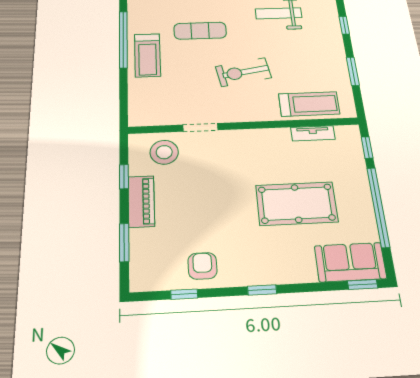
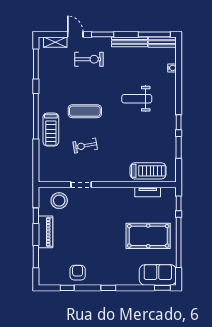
window: (344, 25) -> (179, 122), moved
exercise bike: (243, 72) -> (85, 146), moved, width x0.73, depth x0.72
pool table: (297, 204) -> (148, 236), moved

